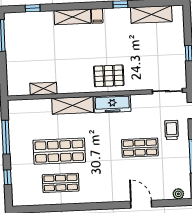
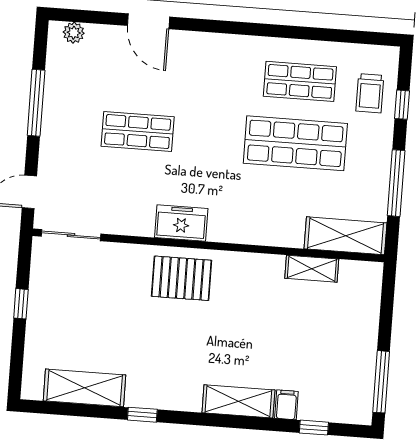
filing cabinet: (97, 16) -> (286, 405), moved
freezer: (112, 104) -> (181, 223), width x0.71
shelving: (73, 105) -> (345, 236), moved
trolley: (172, 130) -> (370, 93), moved

